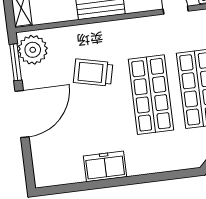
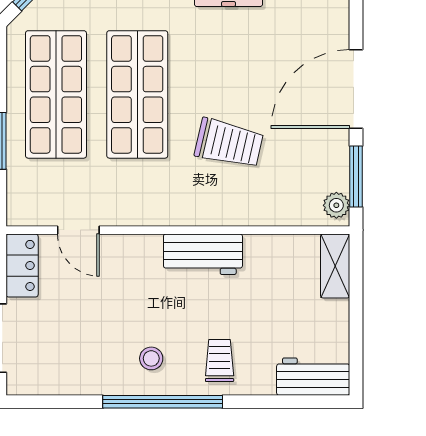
plant: (33, 50) -> (336, 205), width x0.53, depth x0.53

